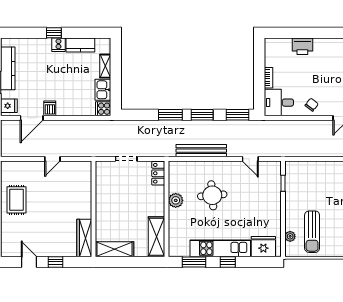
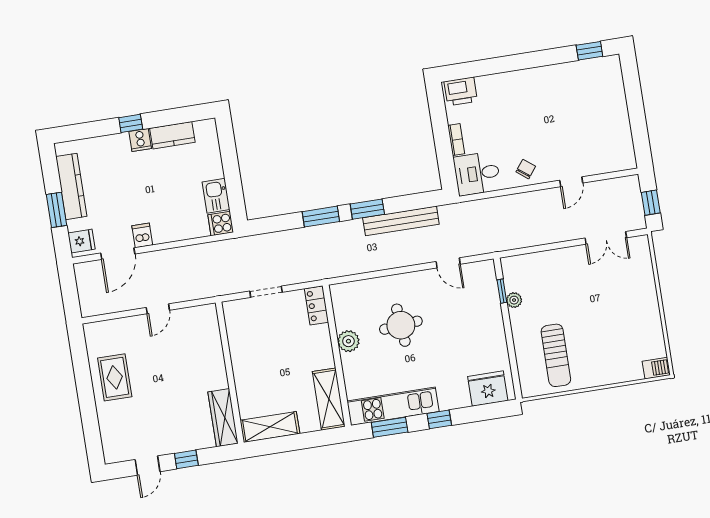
printer: (302, 46) -> (461, 91), moved
shelving: (105, 66) -> (214, 160), removed
window: (237, 115) -> (419, 201), removed
bench: (201, 151) -> (401, 221), moved
plant: (290, 236) -> (514, 300), moved
kitchen unit: (220, 248) -> (393, 406), moved
door: (29, 262) -> (148, 466), swing flipped

